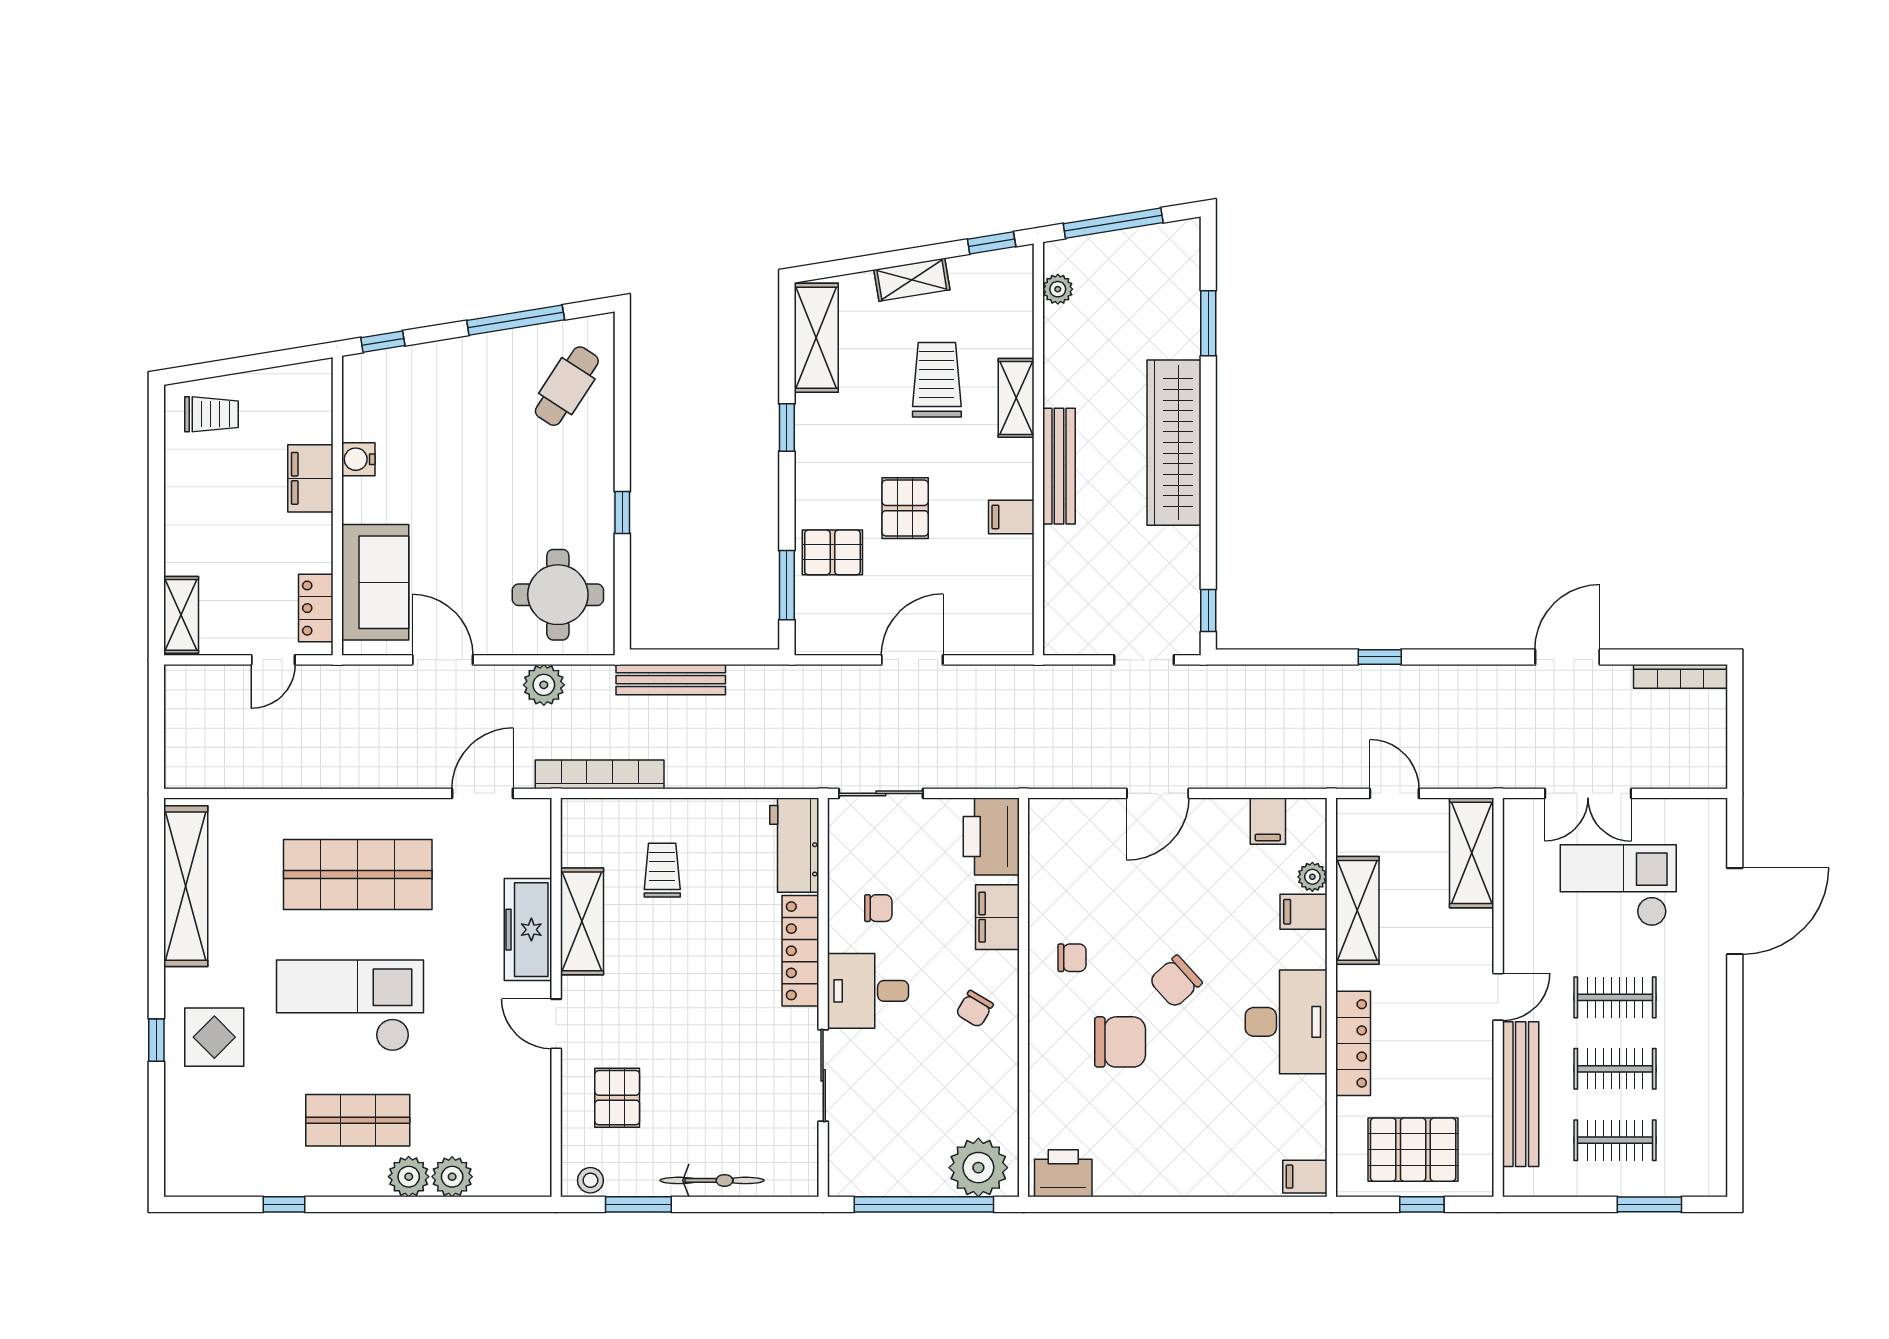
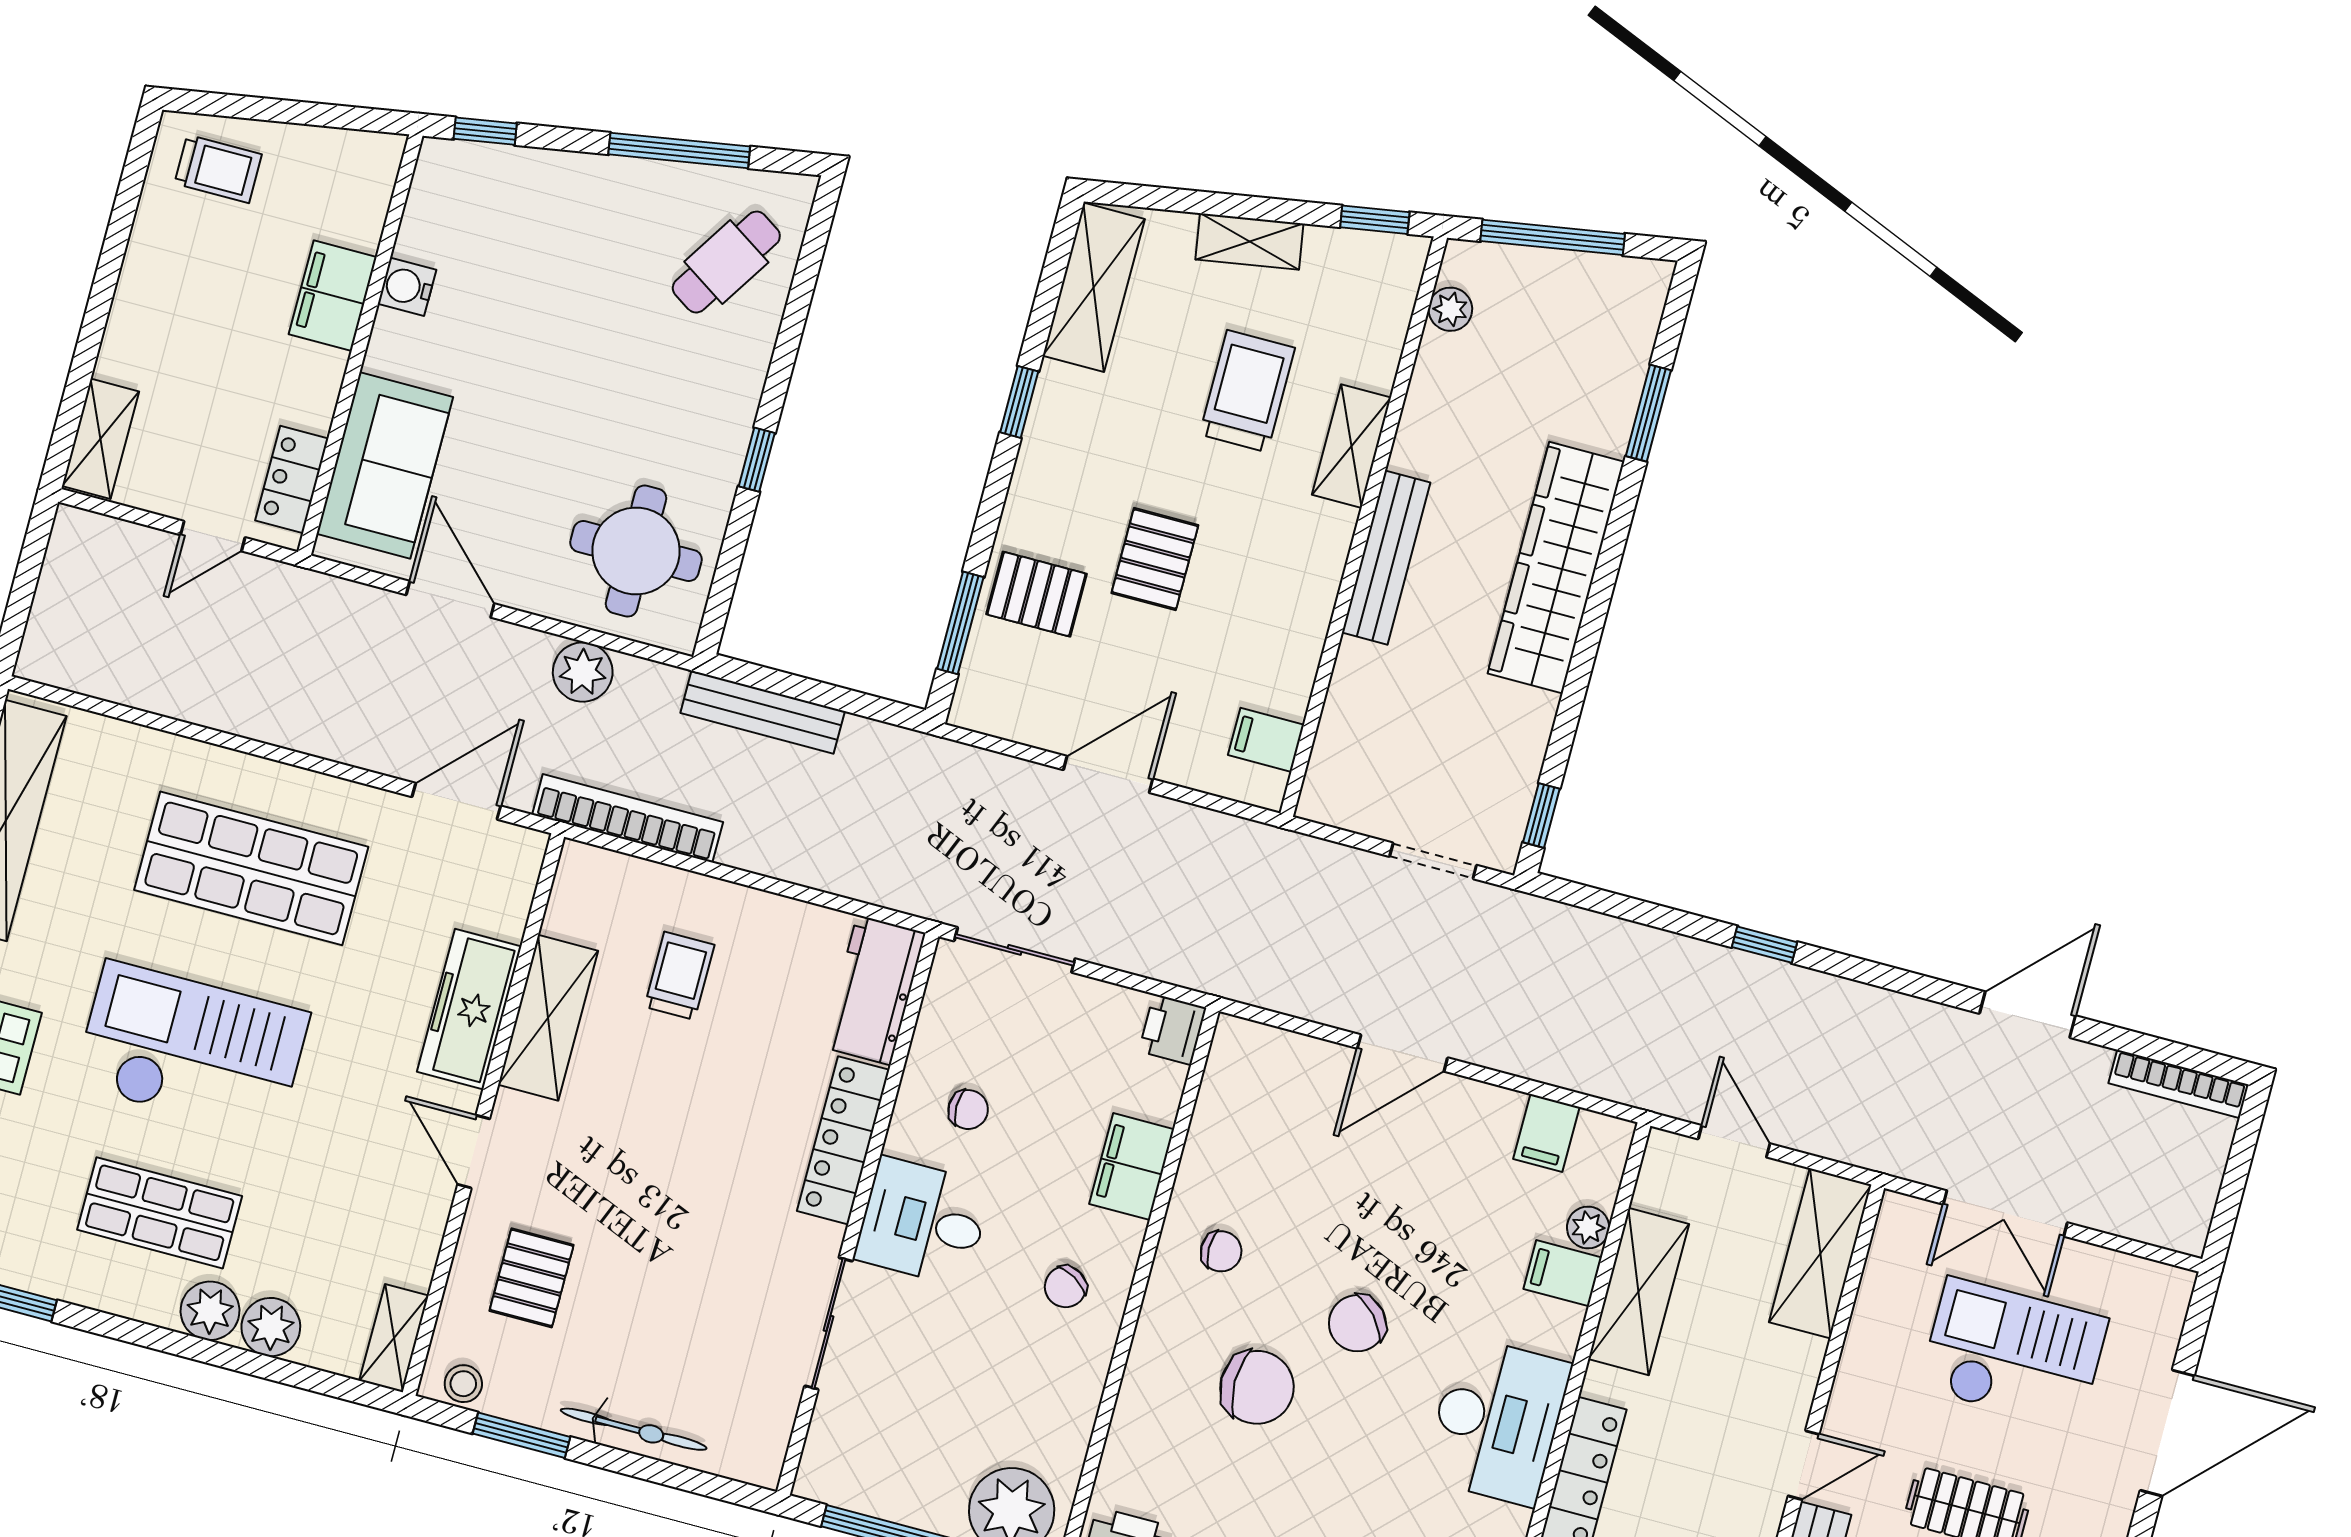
filing cabinet: (1011, 517) -> (1266, 740), moved
printer: (991, 837) -> (1172, 1029), width x0.53, depth x0.68
shelving: (536, 1162) -> (394, 1338), added

